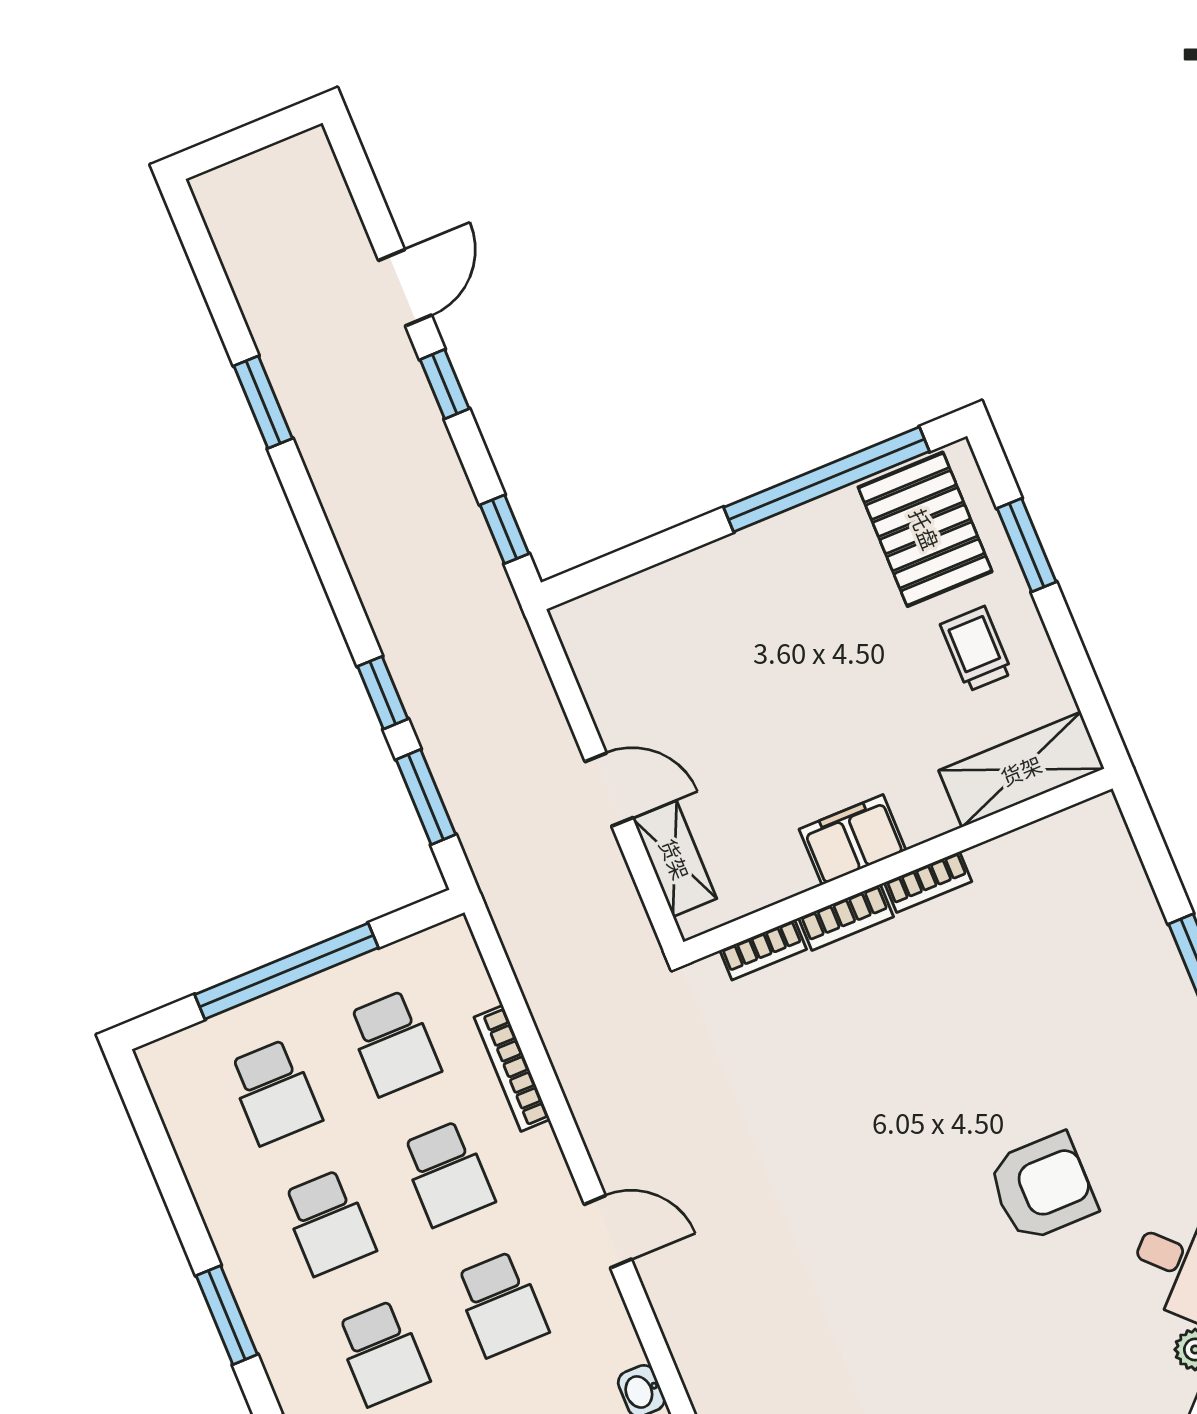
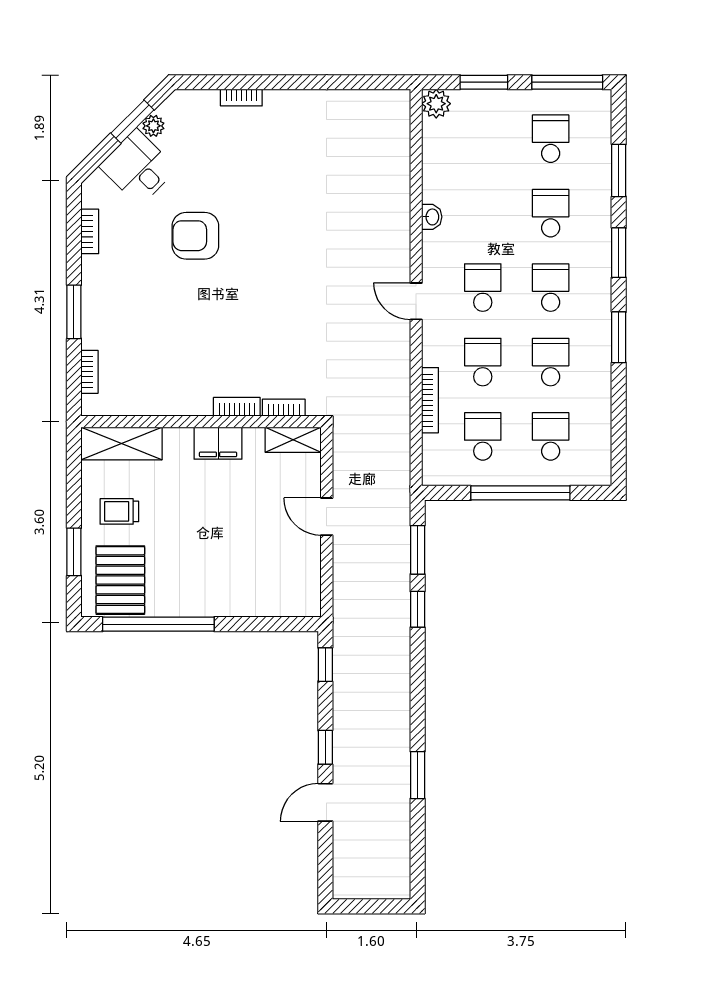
trolley: (976, 649) -> (119, 511), turned 90
shelving: (675, 859) -> (293, 440), moved, turned 90
bookcase: (928, 882) -> (90, 372), moved, turned 90

